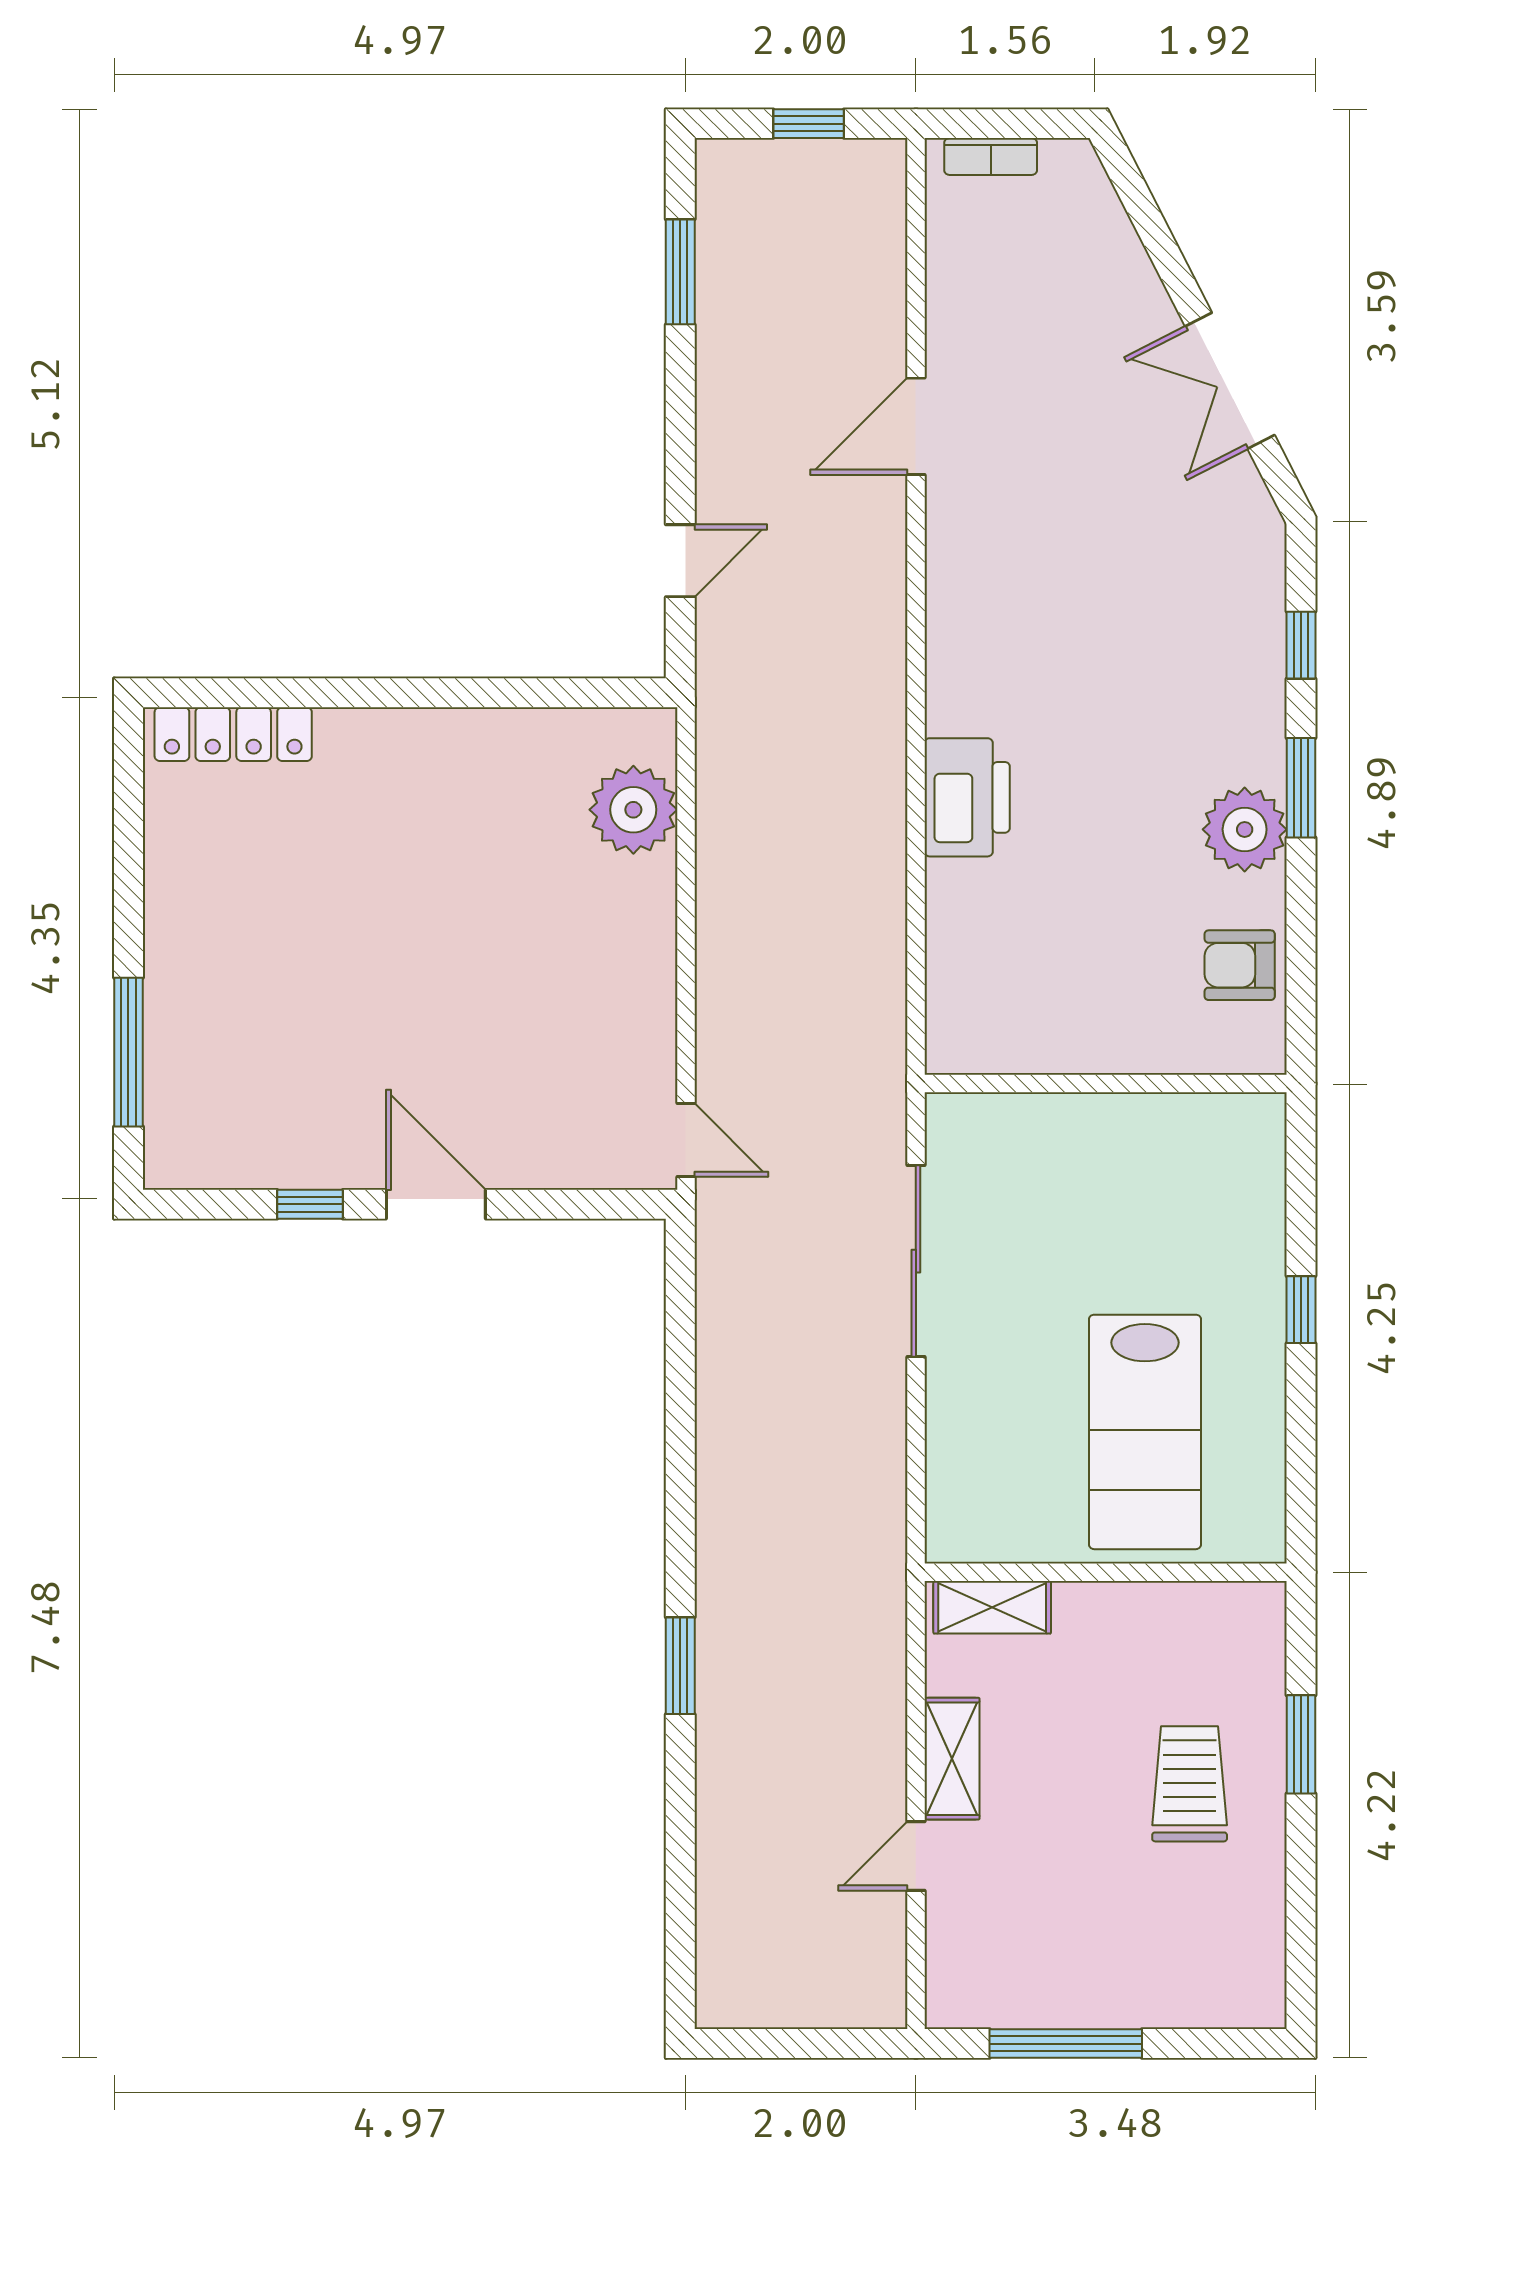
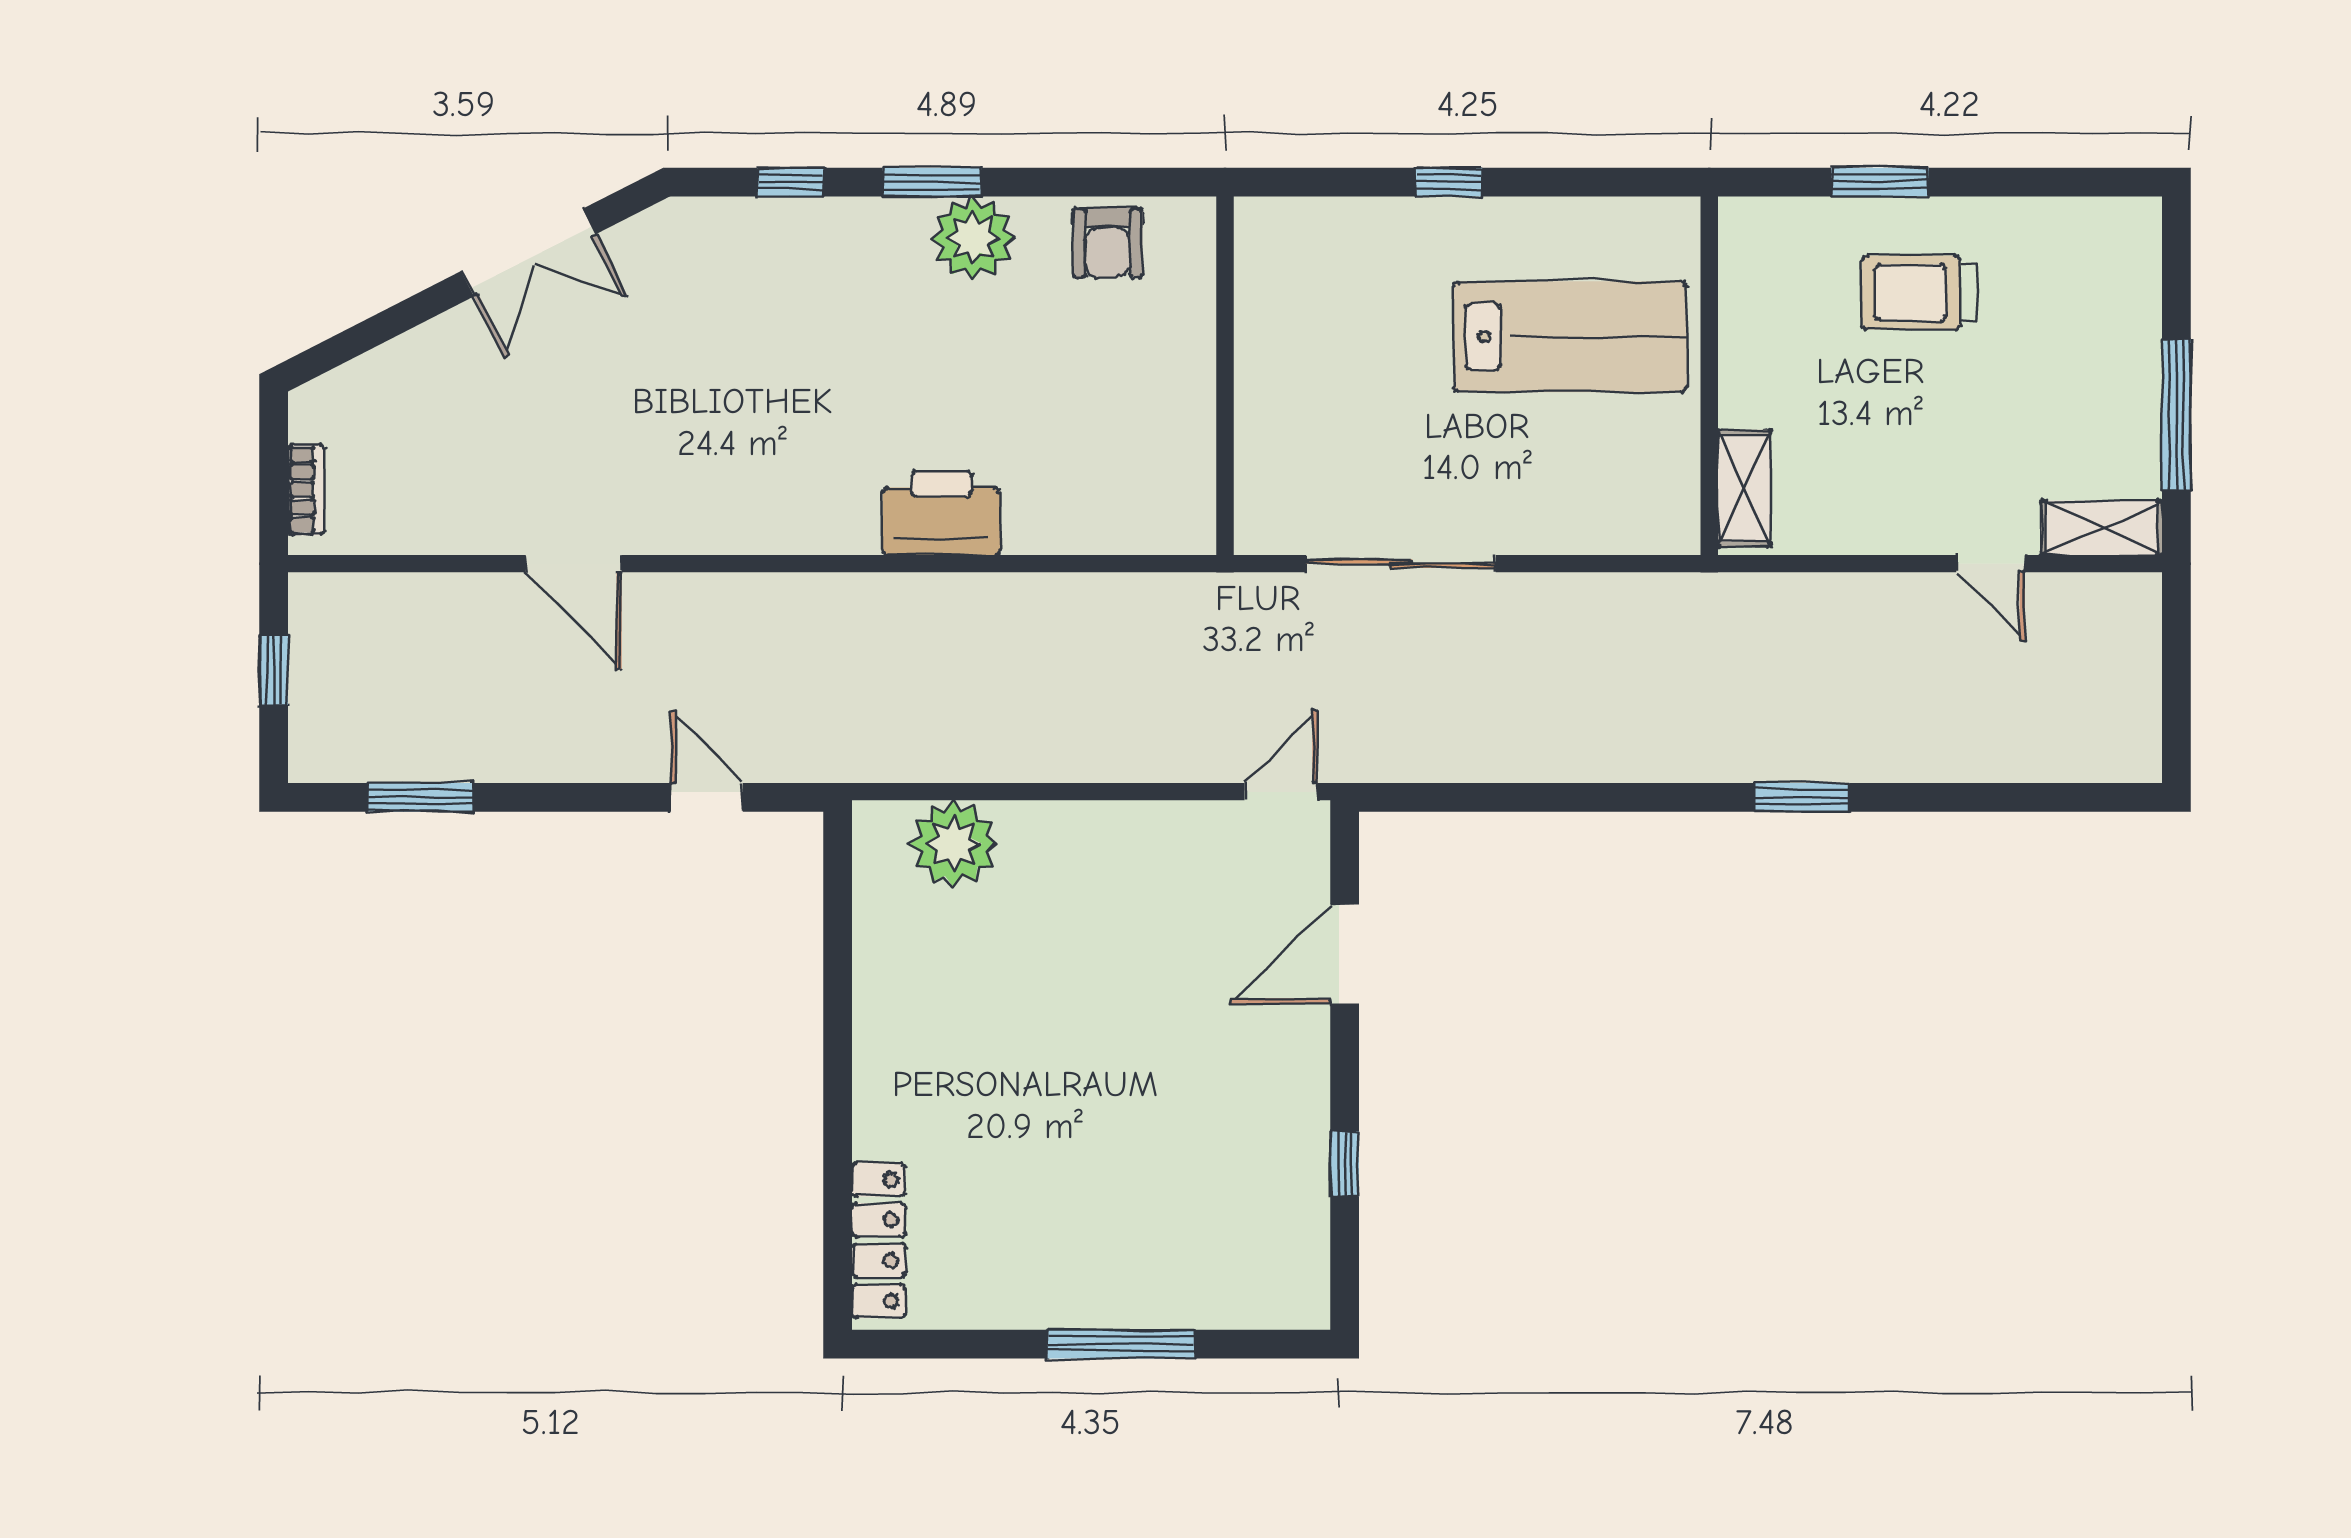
window: (128, 1052) -> (1121, 1344), moved
door: (436, 1204) -> (1345, 954), moved
shelving: (952, 1759) -> (2102, 528), moved

